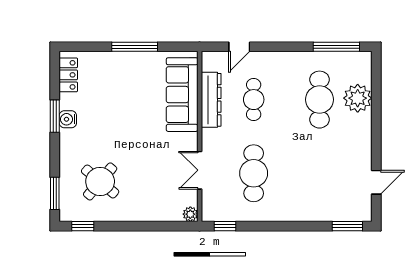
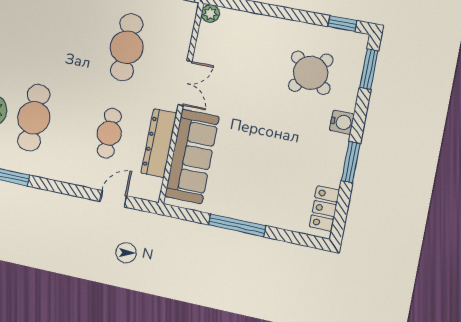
water cooler: (68, 119) -> (342, 122), moved
double door: (200, 170) -> (185, 83), moved

